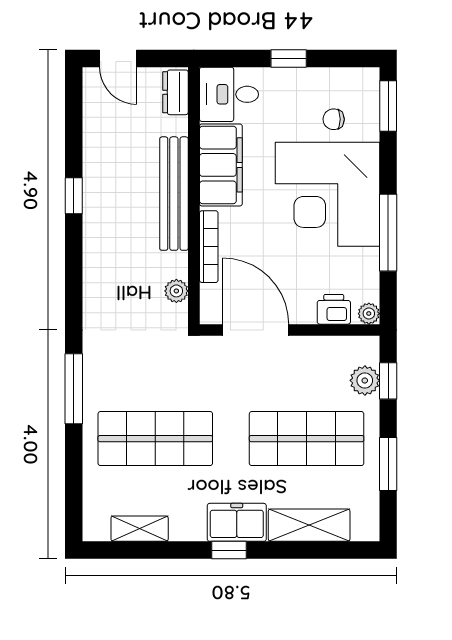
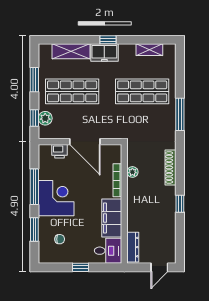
door: (118, 58) -> (159, 267), swing flipped
dresser: (175, 92) -> (133, 247), width x1.44
window: (388, 106) -> (34, 229), moved
bench: (174, 194) -> (134, 205), removed
corner desk: (327, 194) -> (56, 198), width x0.74, depth x0.74
shoe rack: (94, 274) -> (170, 167), added
plant: (176, 291) -> (132, 172), moved
plant: (369, 314) -> (43, 149), removed
door: (256, 330) -> (85, 142), moved

